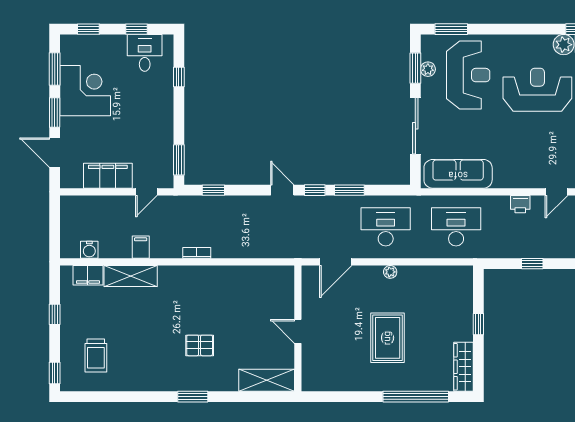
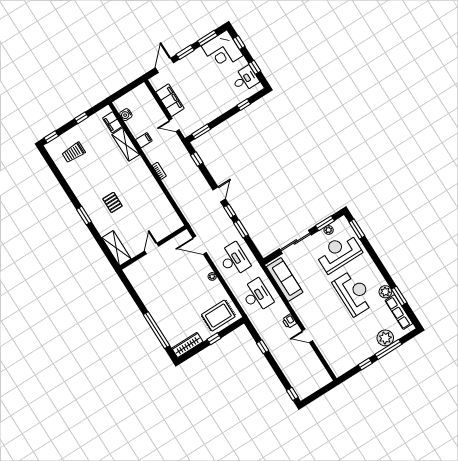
reception desk: (468, 75) -> (339, 253), turned 180
corner desk: (85, 91) -> (222, 51), moved, turned 90
rug: (388, 338) -> (218, 316), moved

